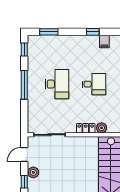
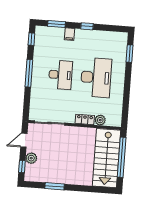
window: (93, 32) -> (87, 26), moved
filing cabinet: (104, 41) -> (70, 34), moved
desk: (94, 84) -> (96, 78), width x1.87, depth x1.30

